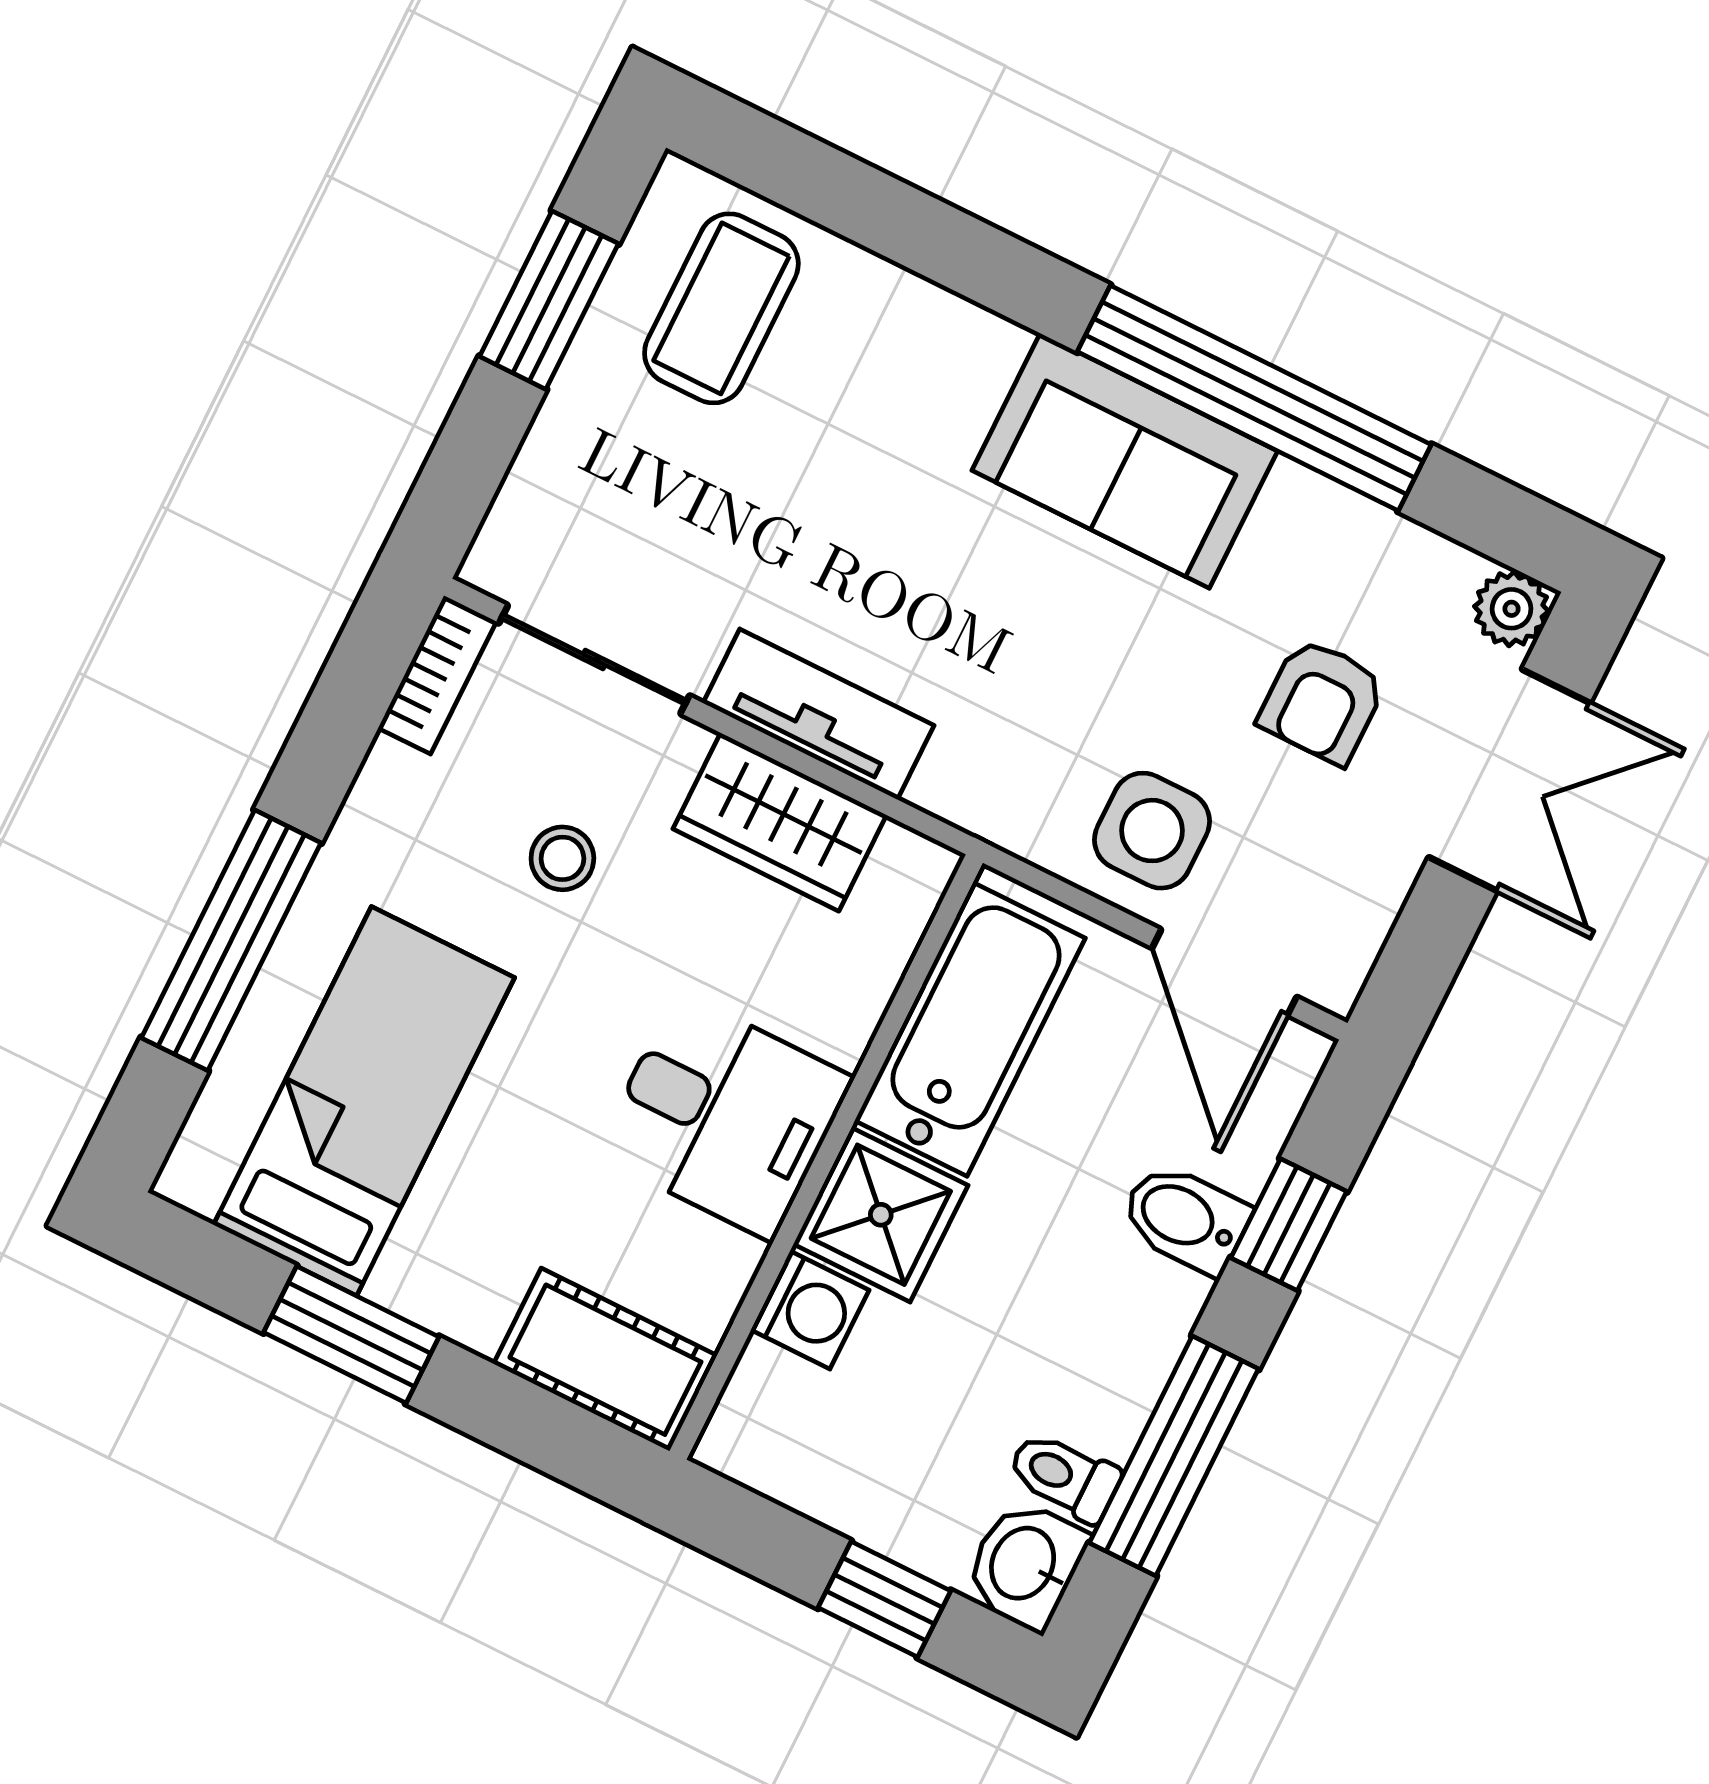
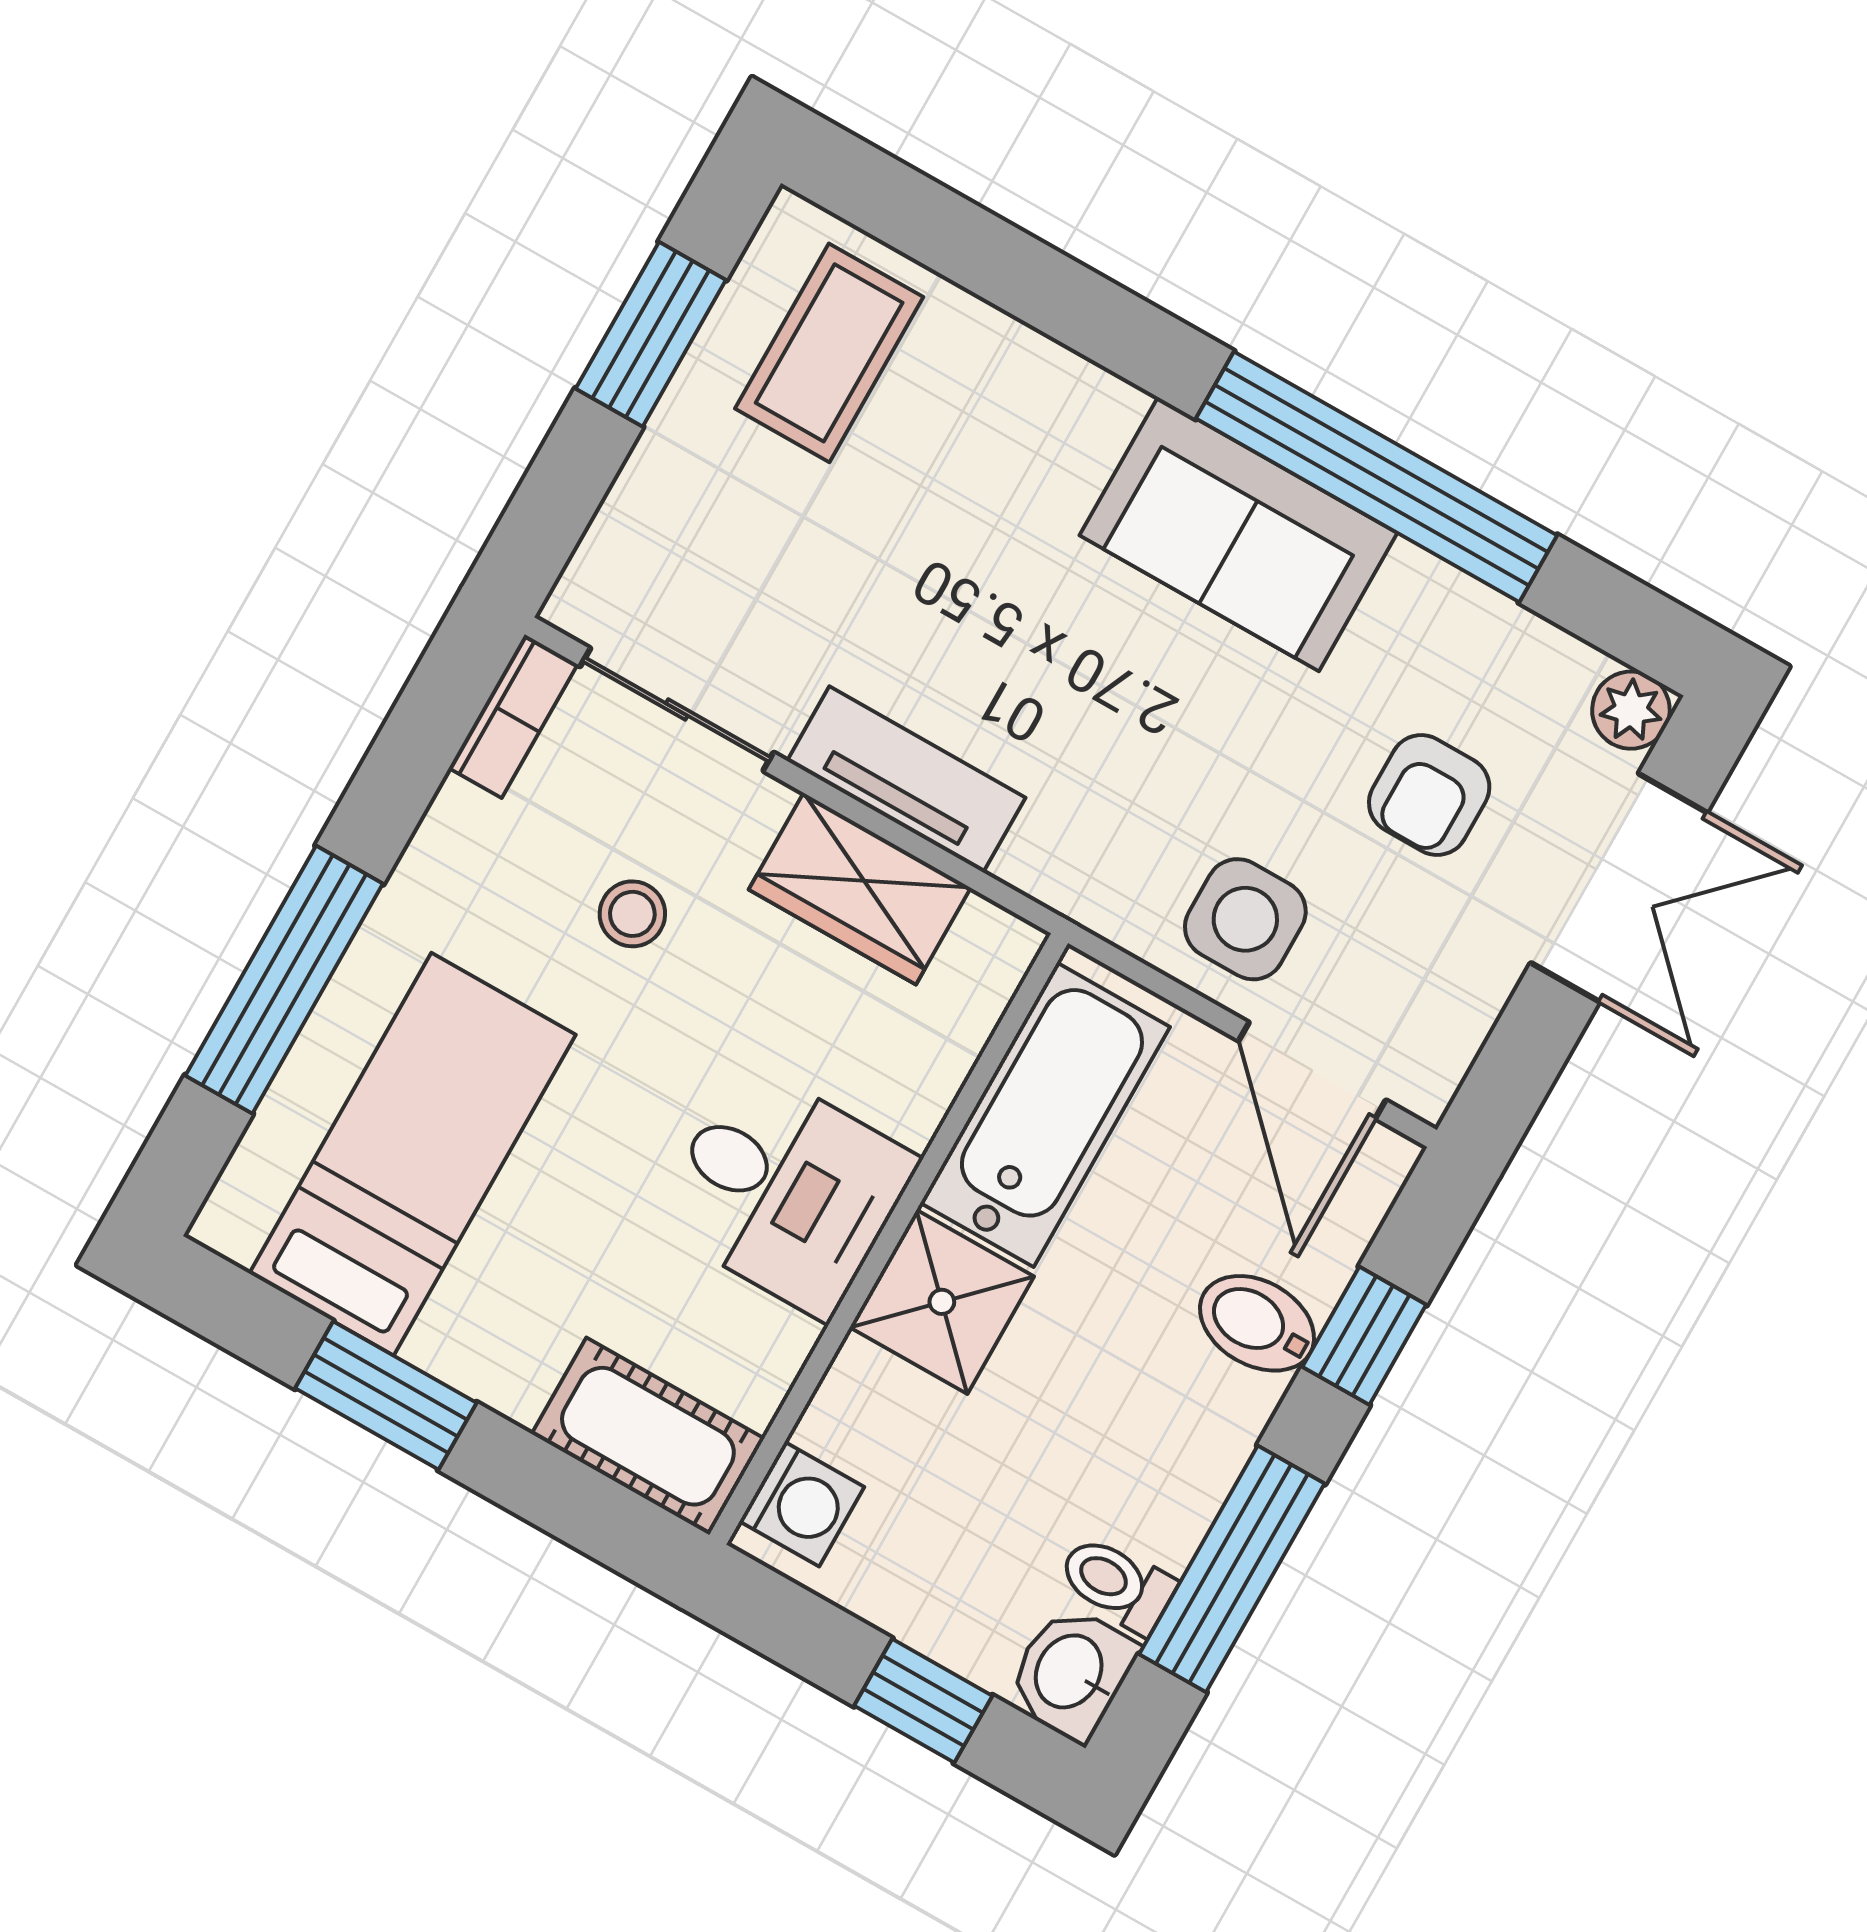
washing machine: (810, 1310) -> (802, 1504), moved

